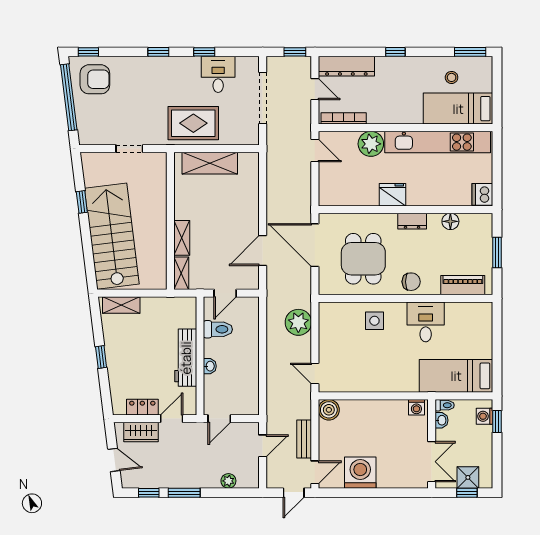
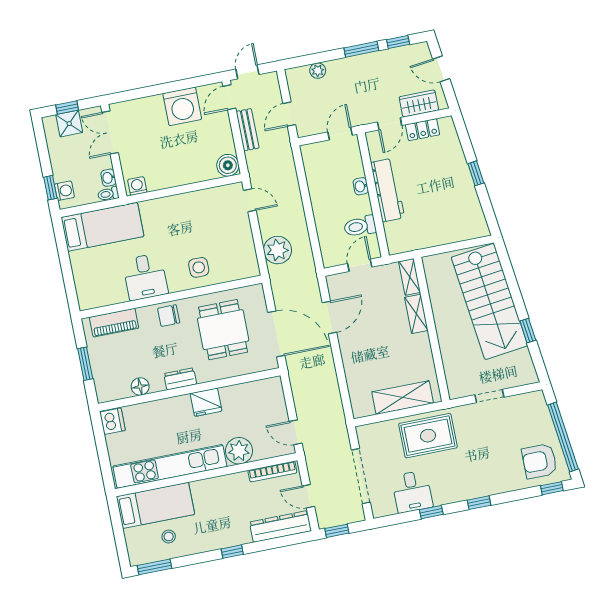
shelving: (121, 305) -> (465, 232), removed

